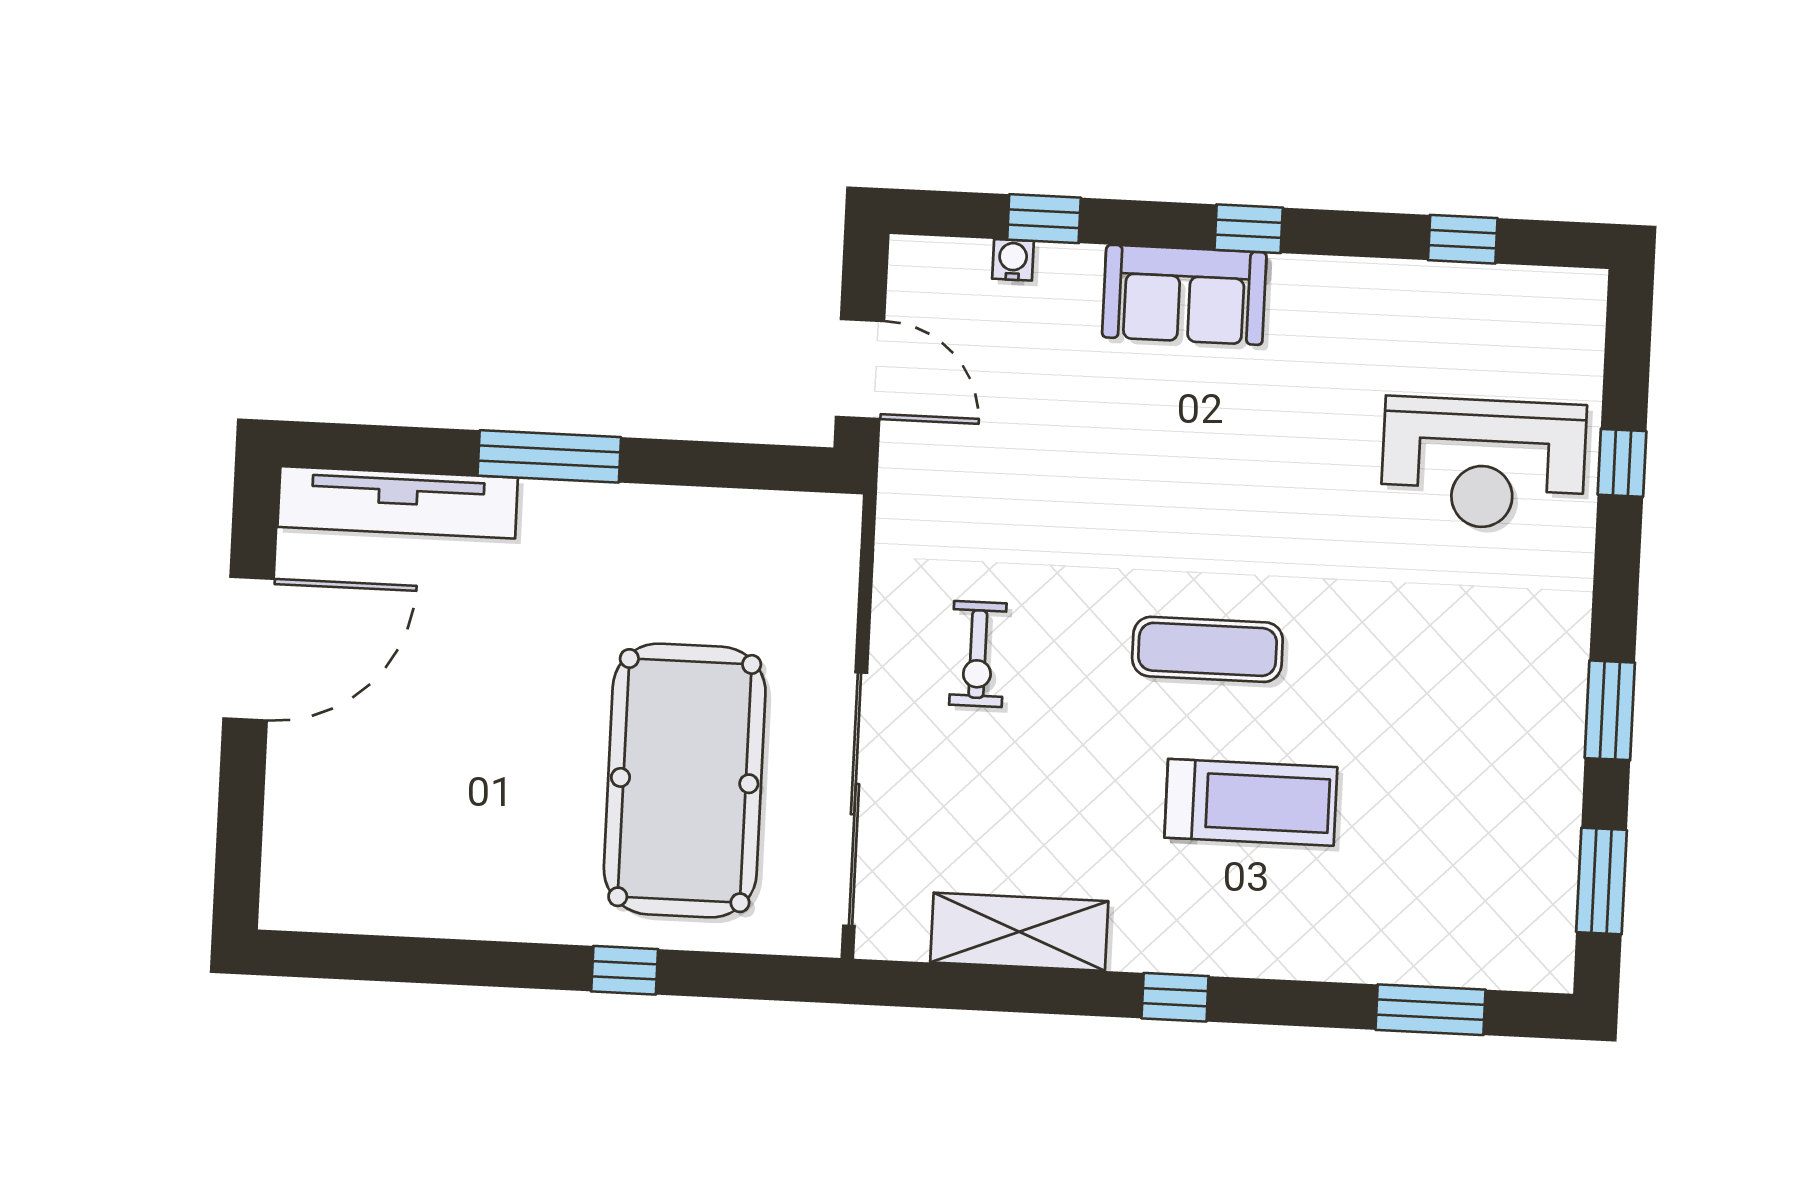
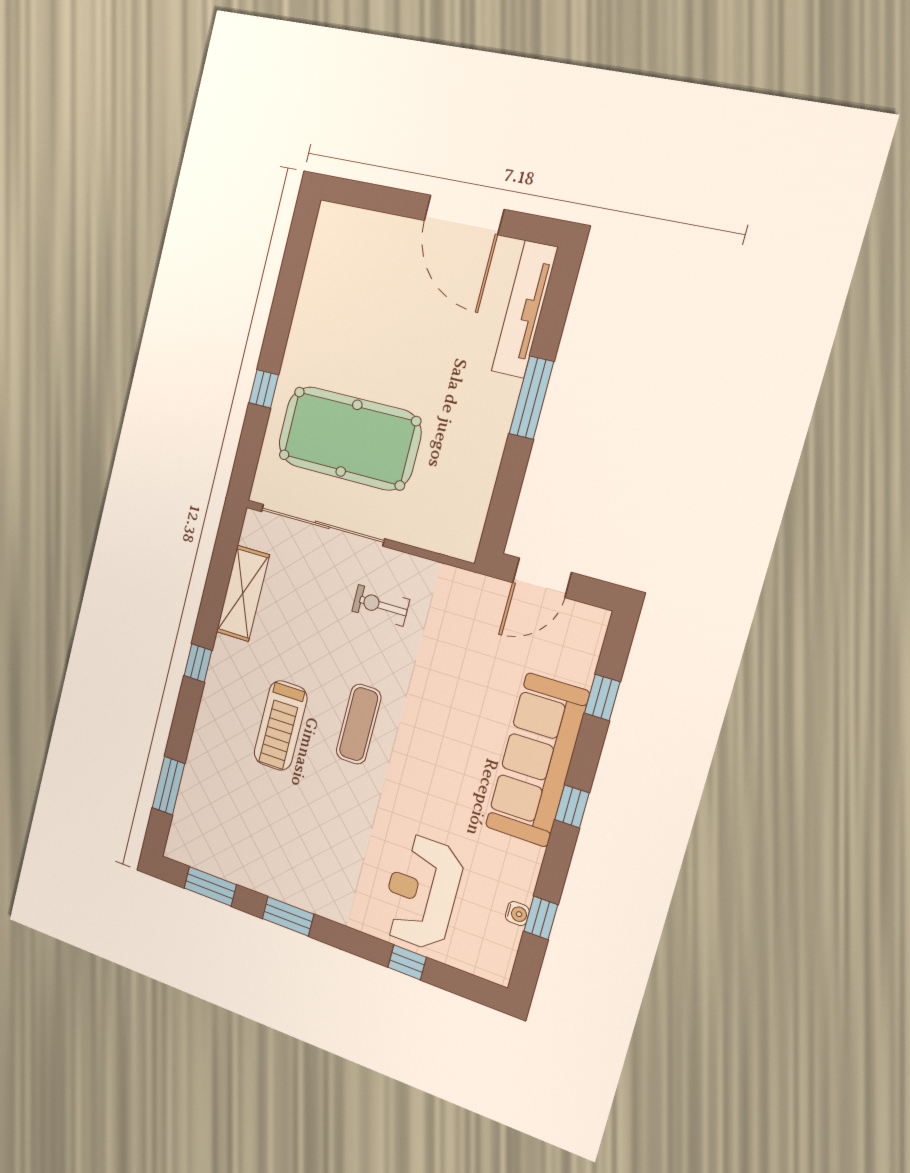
water cooler: (1013, 260) -> (517, 914), moved
sofa: (1184, 295) -> (537, 760), width x1.85, depth x1.27

